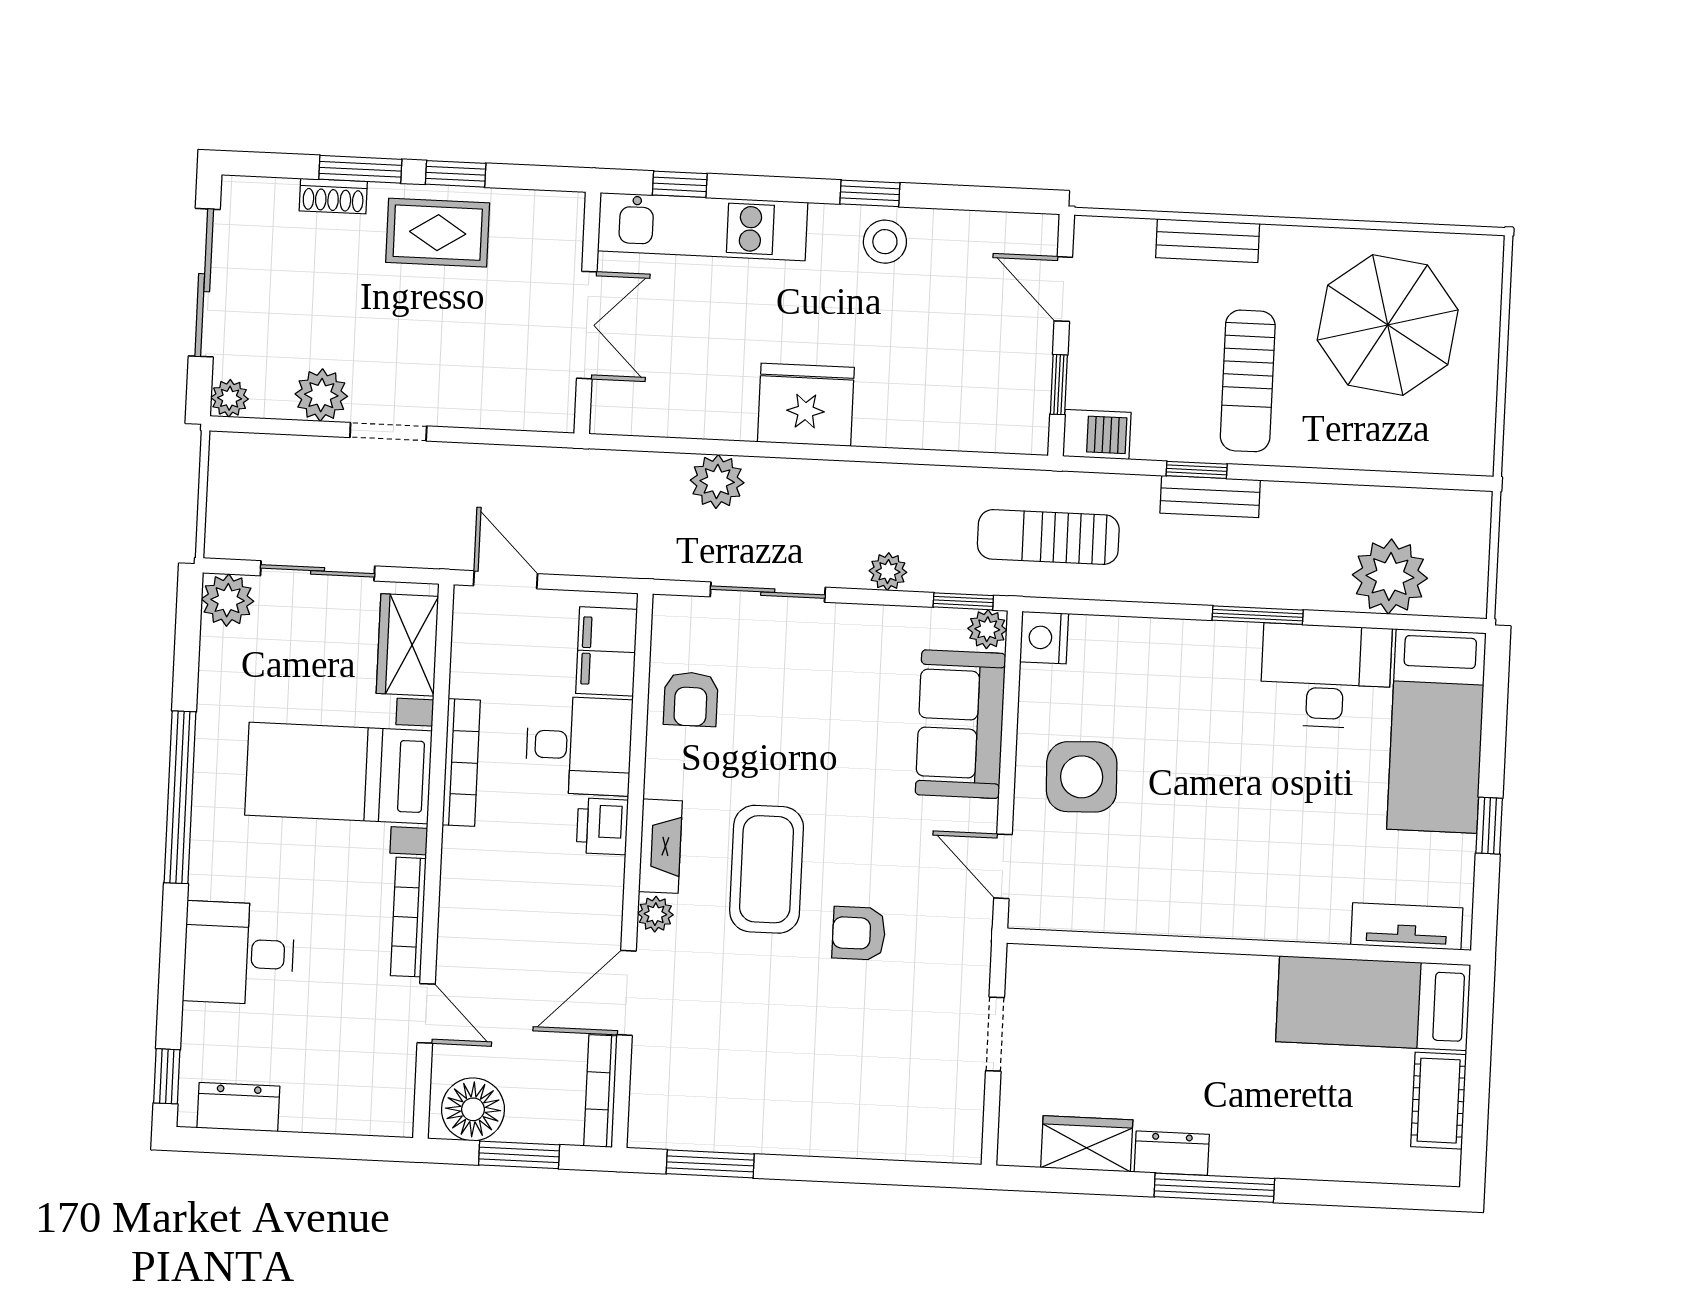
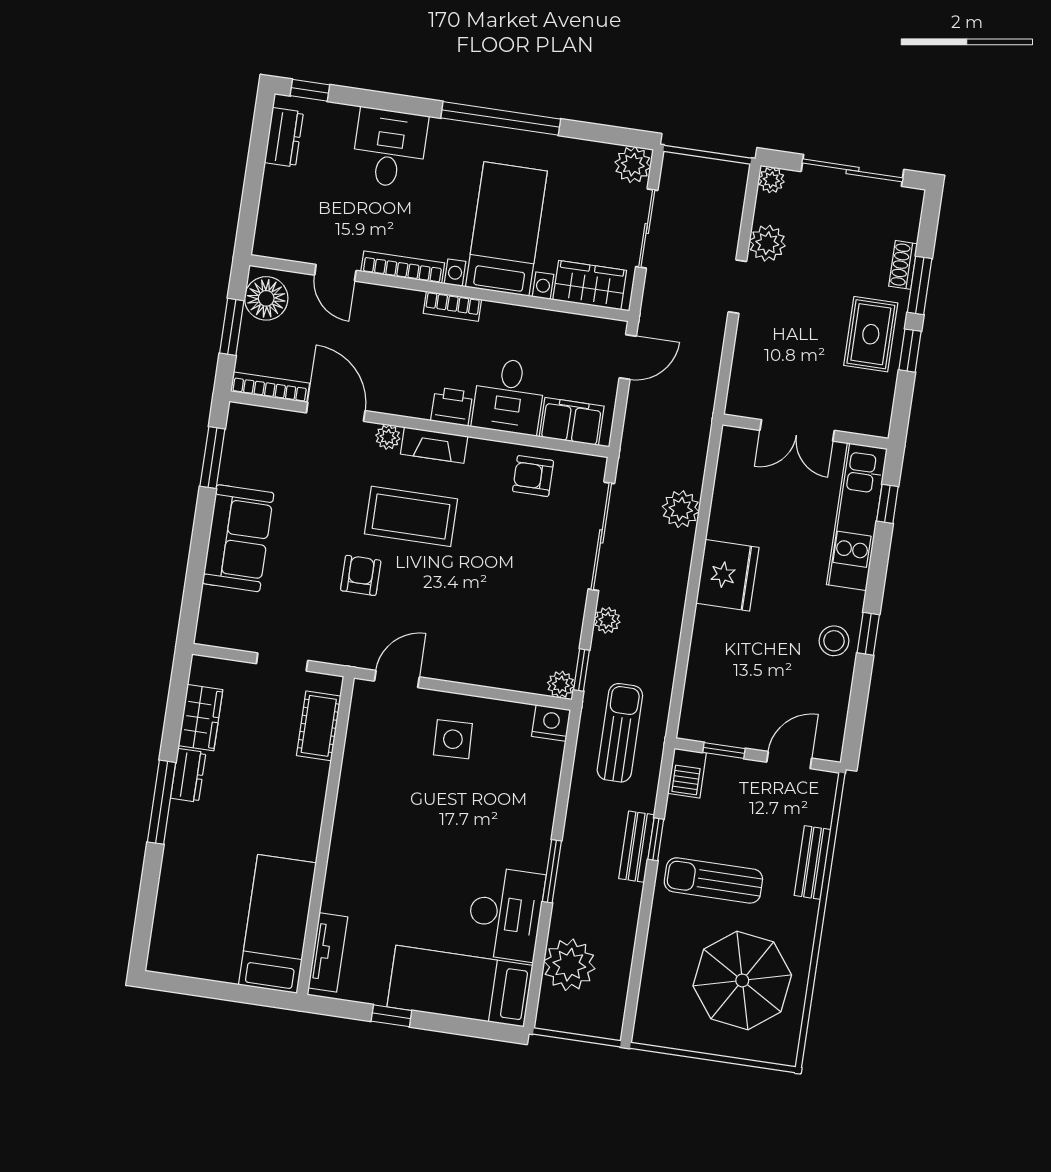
sliding door: (768, 592) -> (601, 536), width x1.37
sofa: (960, 724) -> (238, 538), moved, turned 90
bookcase: (461, 763) -> (452, 306), moved, width x0.64
side table: (1082, 777) -> (453, 739), width x0.73, depth x0.73
door: (426, 1013) -> (335, 273), hinge flipped
cot: (1439, 1101) -> (319, 726), moved, turned 90

